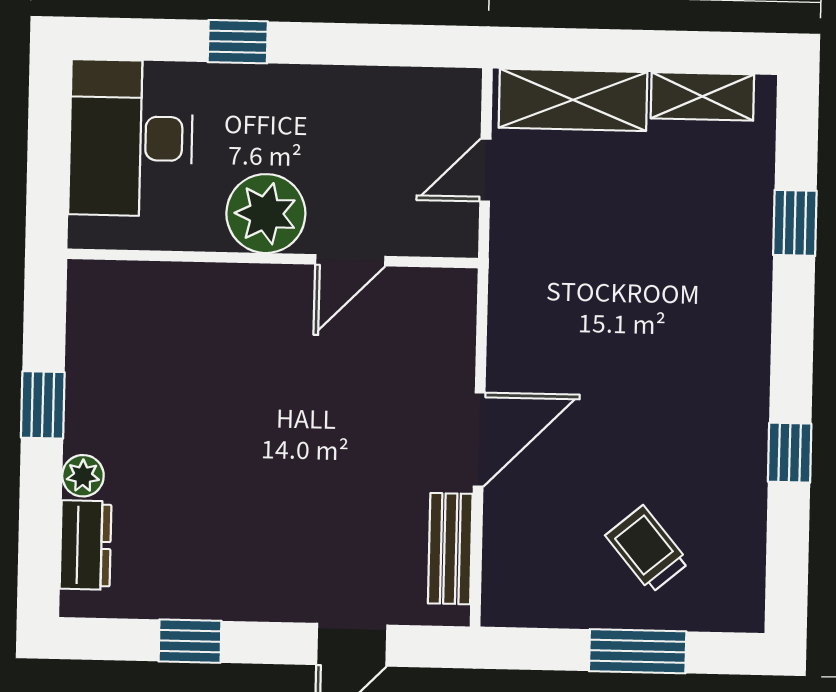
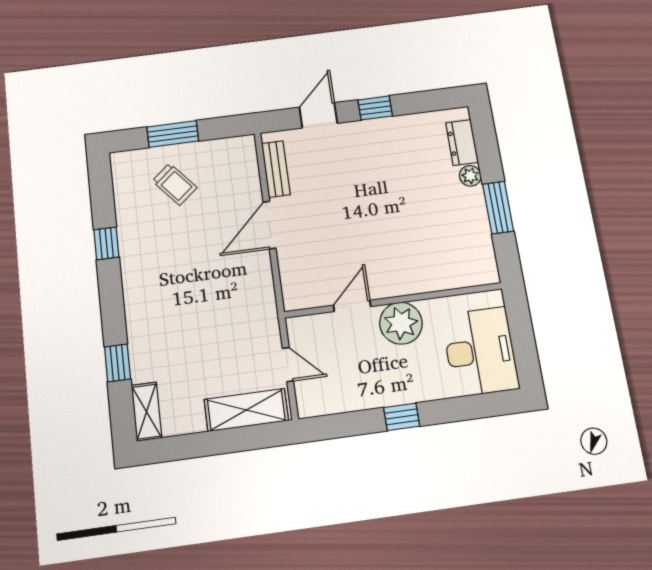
window: (238, 42) -> (402, 417), moved
shelving: (702, 96) -> (146, 412), moved, turned 90
door: (485, 170) -> (288, 365), hinge flipped
window: (43, 405) -> (498, 208), width x1.50
window: (190, 641) -> (375, 108), moved

